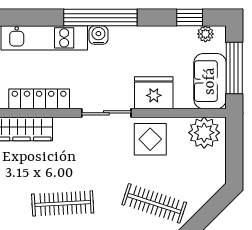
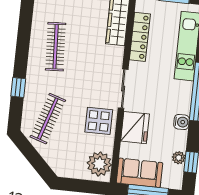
plant: (205, 34) -> (179, 158), moved
water cooler: (98, 35) -> (181, 122), moved

